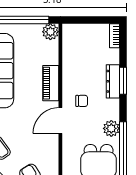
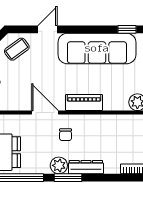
window: (123, 81) -> (68, 178), moved
plant: (111, 128) -> (59, 165), moved

